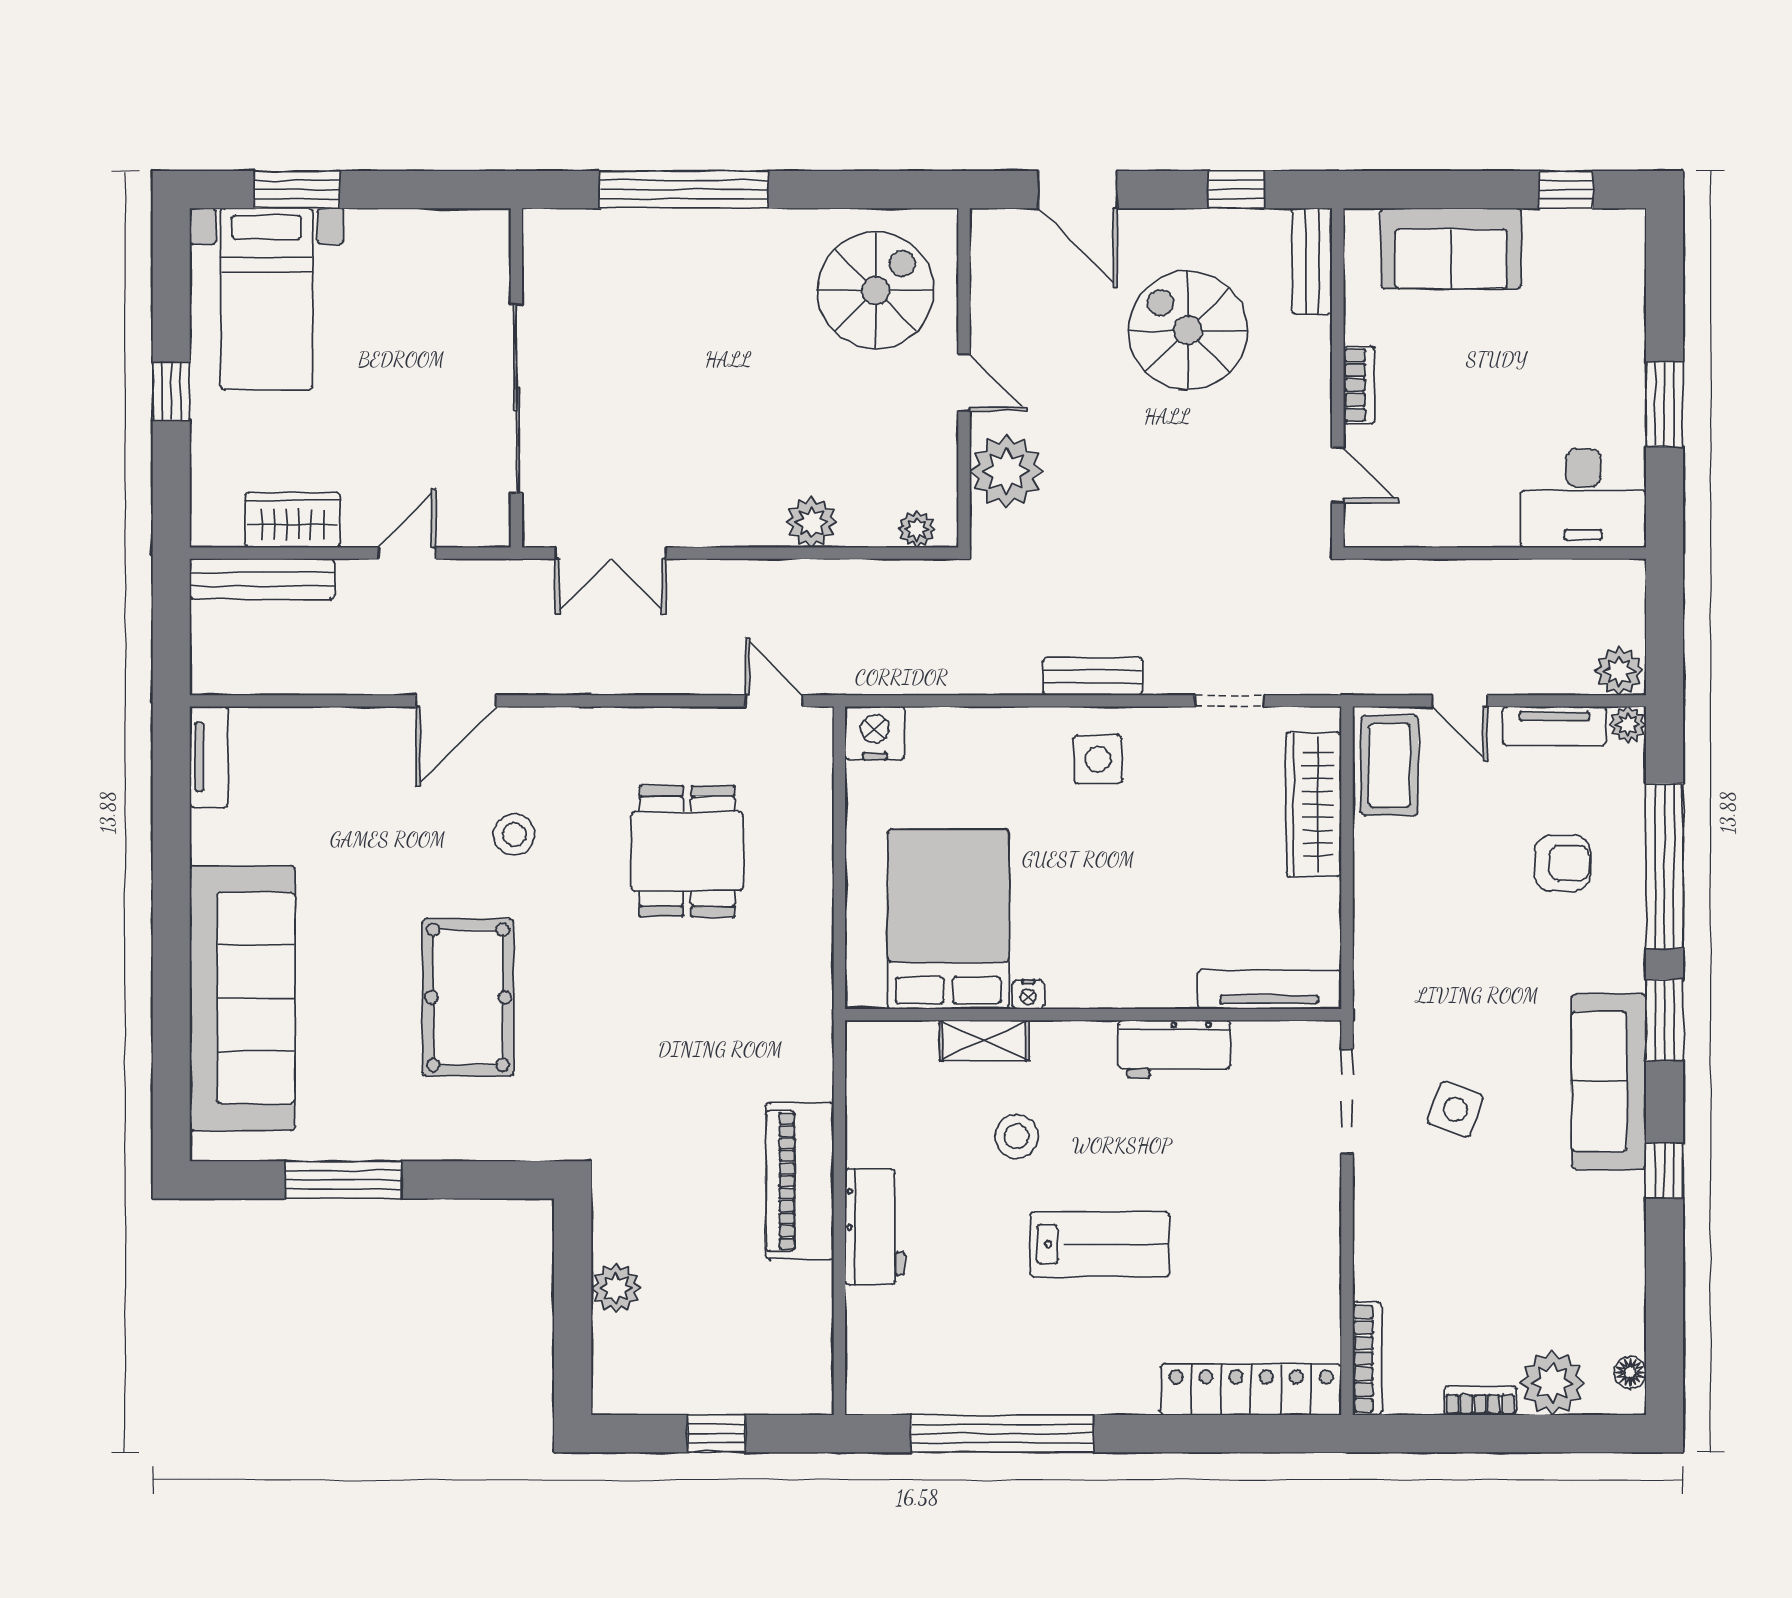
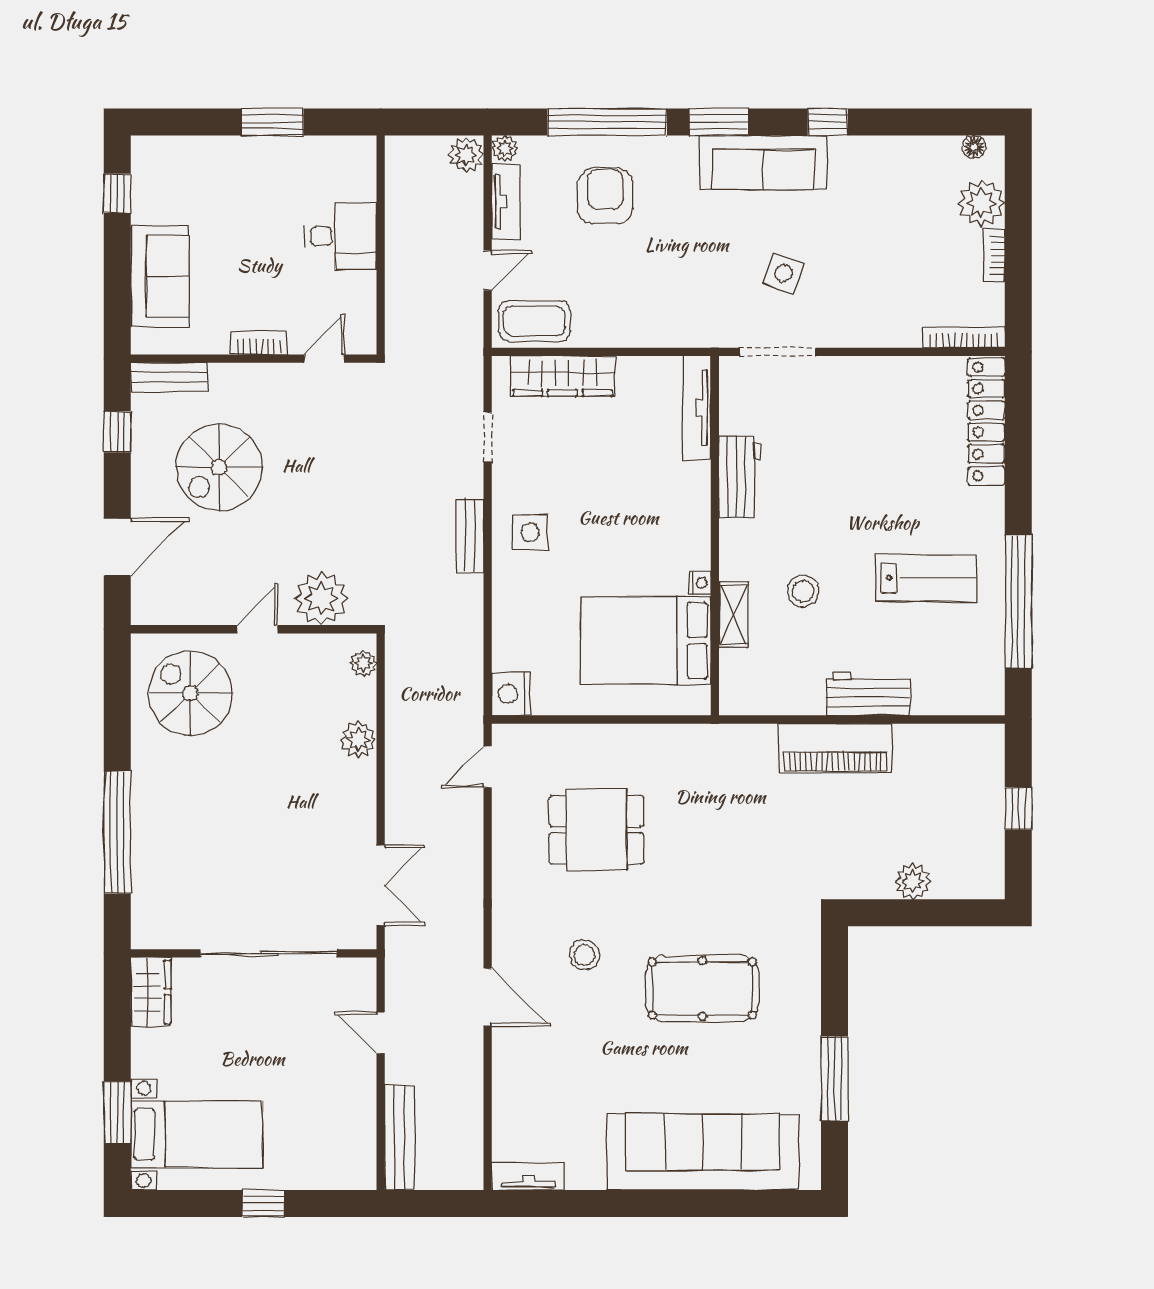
desk: (1583, 498) -> (341, 236), moved, width x0.73
wardrobe: (292, 520) -> (151, 992), moved, turned 180
armchair: (1562, 863) -> (605, 196), width x1.38, depth x1.38
lab bench: (1100, 1244) -> (927, 578), moved, turned 90

